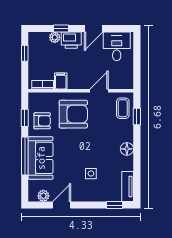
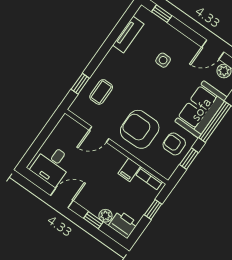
printer: (71, 40) -> (123, 224), moved
window: (25, 53) -> (153, 209), moved
coffee table: (123, 108) -> (101, 92), moved
floor lamp: (127, 149) -> (112, 59), removed
tv unit: (128, 186) -> (128, 35), moved

